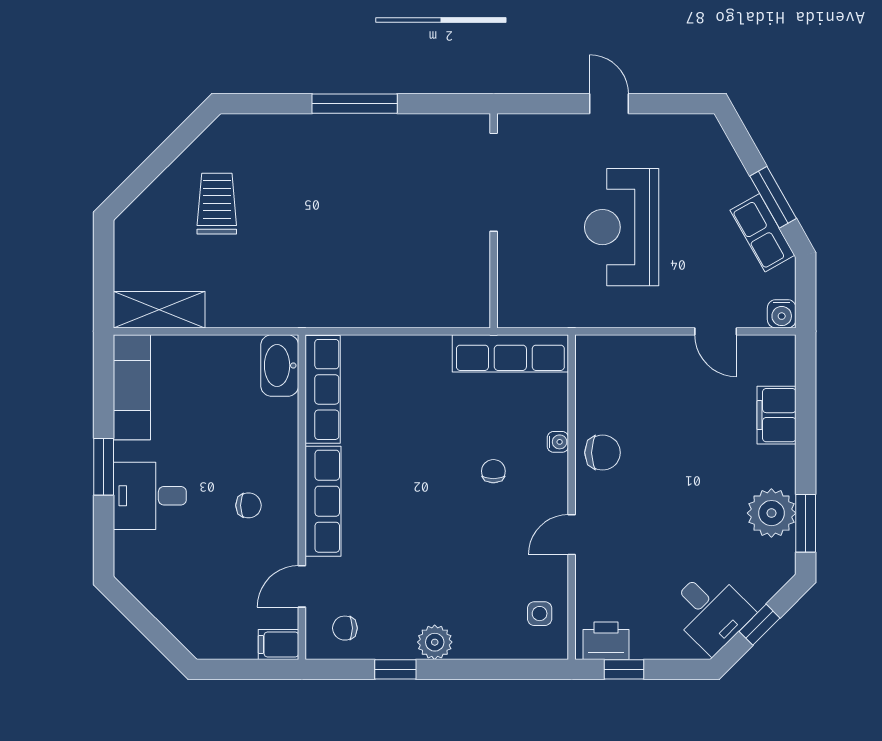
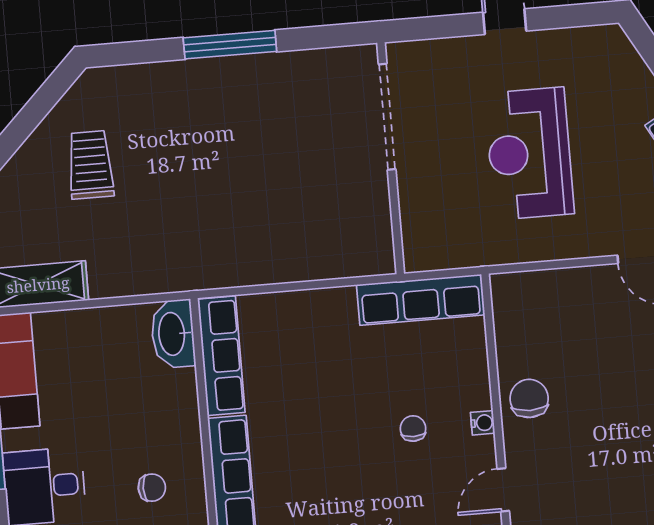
water cooler: (558, 442) -> (483, 423), moved
chair: (603, 453) -> (529, 398), turned -90

